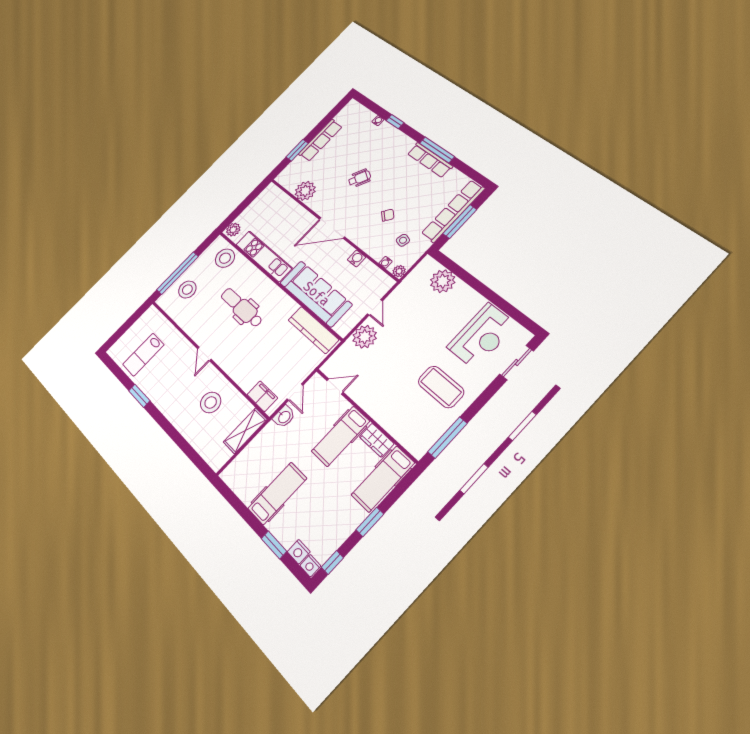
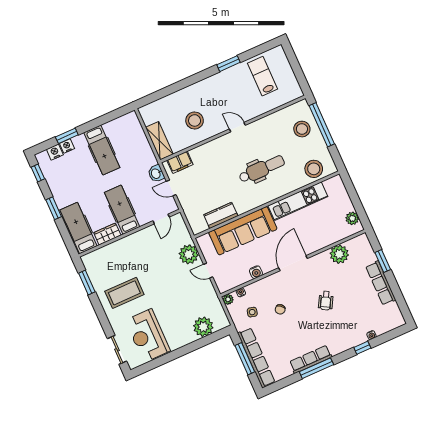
plant: (233, 230) -> (352, 218), moved
kitchen counter: (313, 330) -> (221, 215), width x0.67
window: (447, 438) -> (87, 282), width x0.69
nightstand: (310, 566) -> (67, 146), moved

